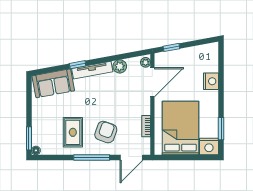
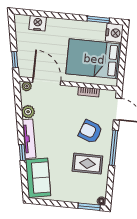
nightstand: (211, 81) -> (38, 23), moved

